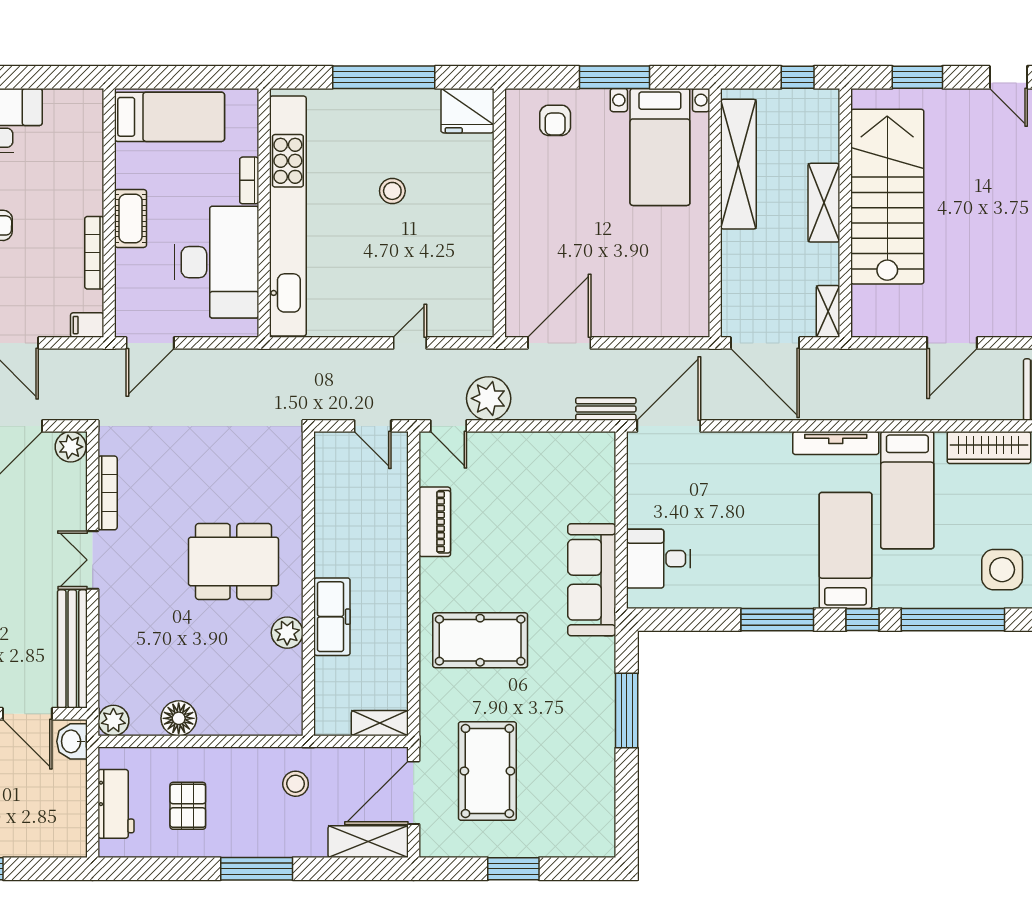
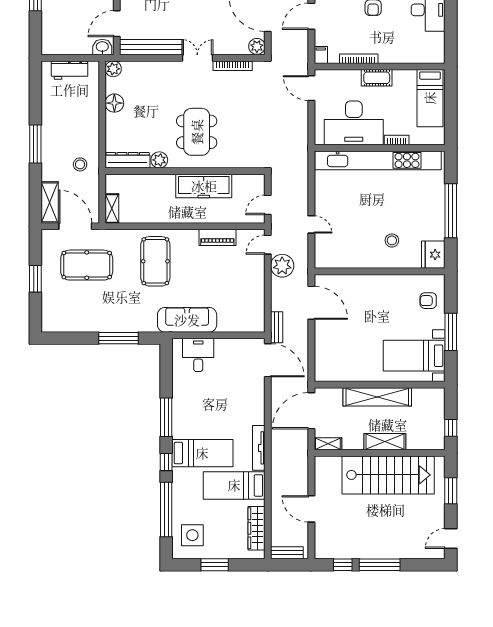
shelving: (738, 164) -> (377, 397), moved
stool: (392, 191) -> (392, 240), moved
freezer: (332, 617) -> (204, 186), moved, width x1.36, depth x1.26
dresser: (288, 693) -> (128, 160), added
pallet: (188, 806) -> (68, 108), removed

